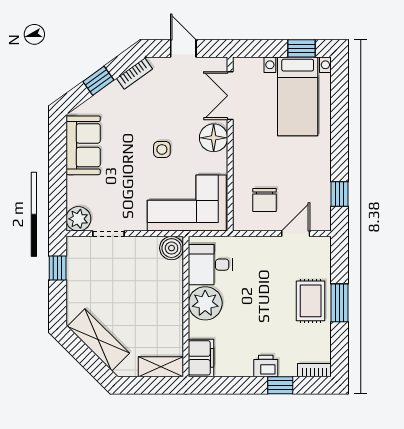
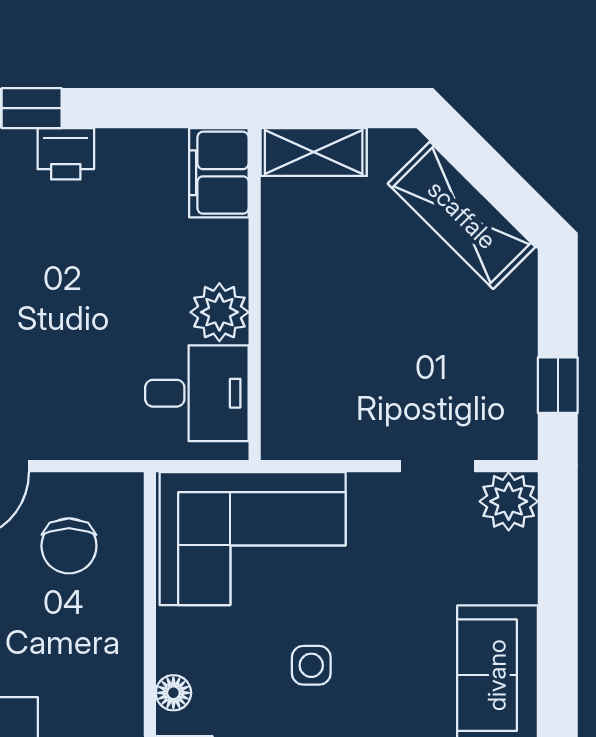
floor lamp: (214, 138) -> (173, 693), width x0.53, depth x0.53
chair: (264, 200) -> (69, 546), turned 180
boiler: (172, 248) -> (288, 432), removed
plant: (205, 303) -> (219, 312), width x0.73, depth x0.73

